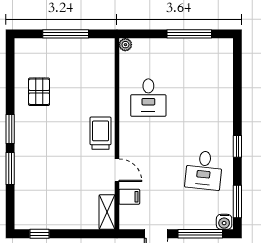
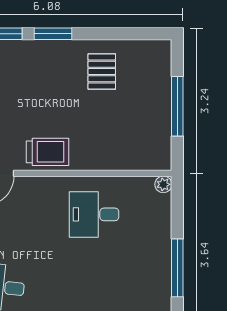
pallet: (39, 92) -> (102, 71), turned 90

